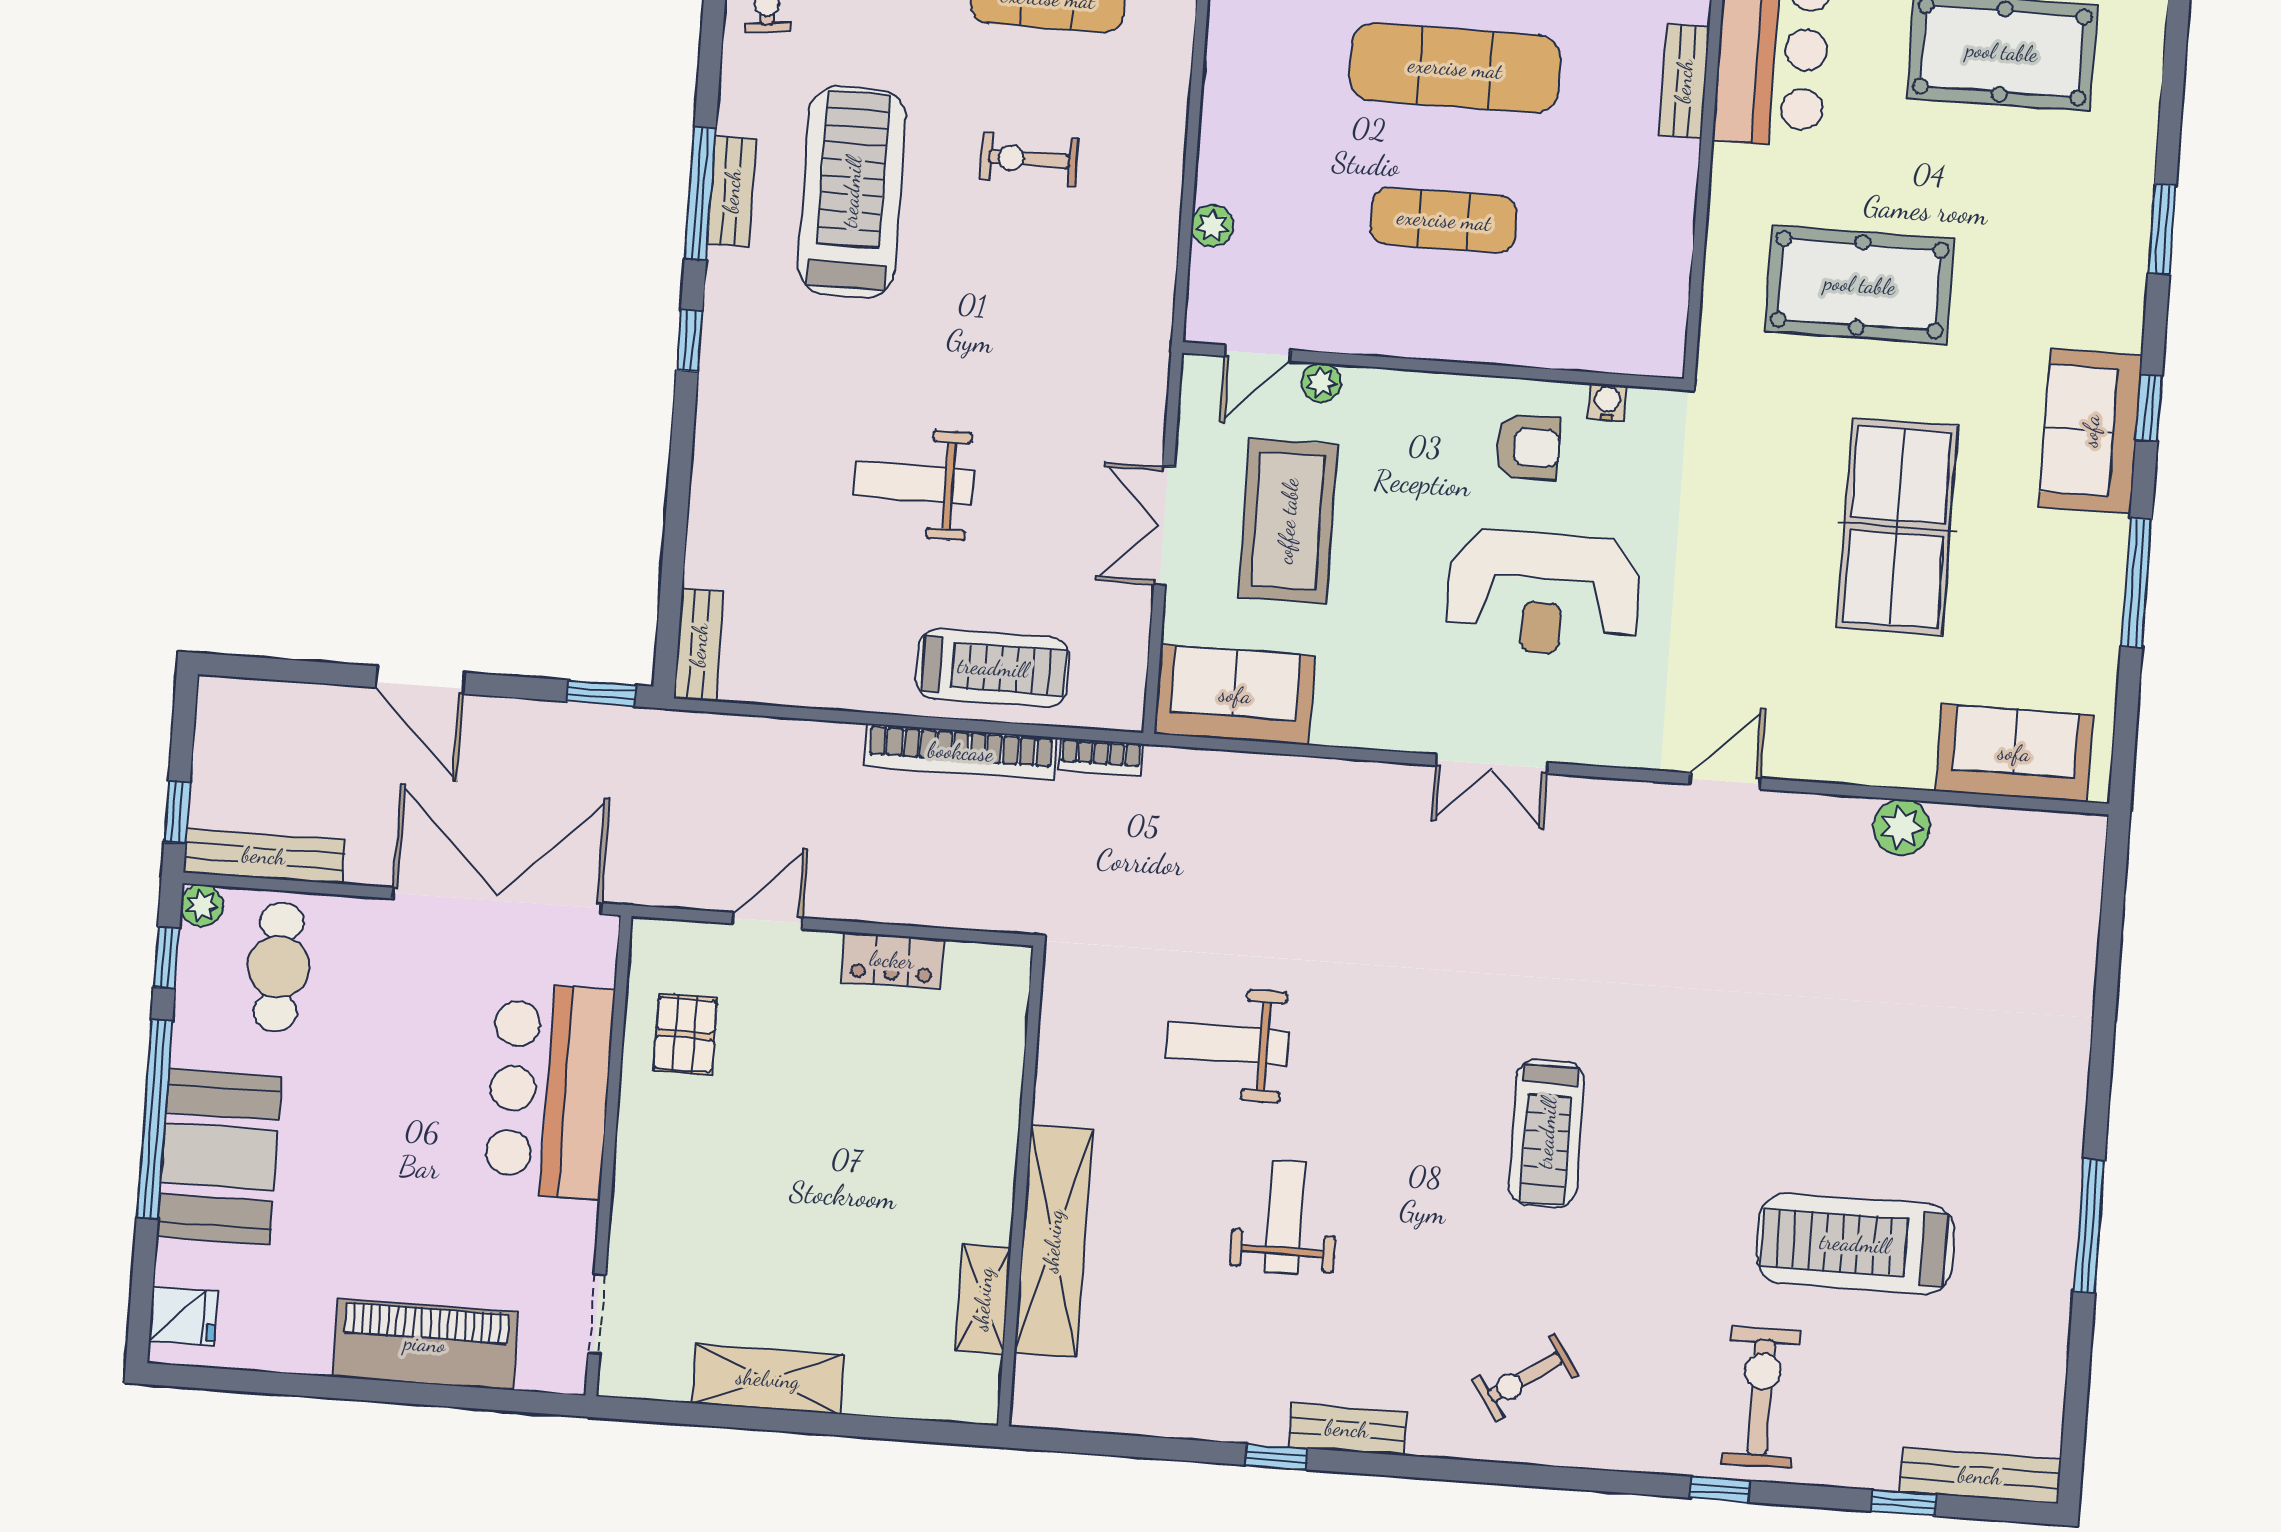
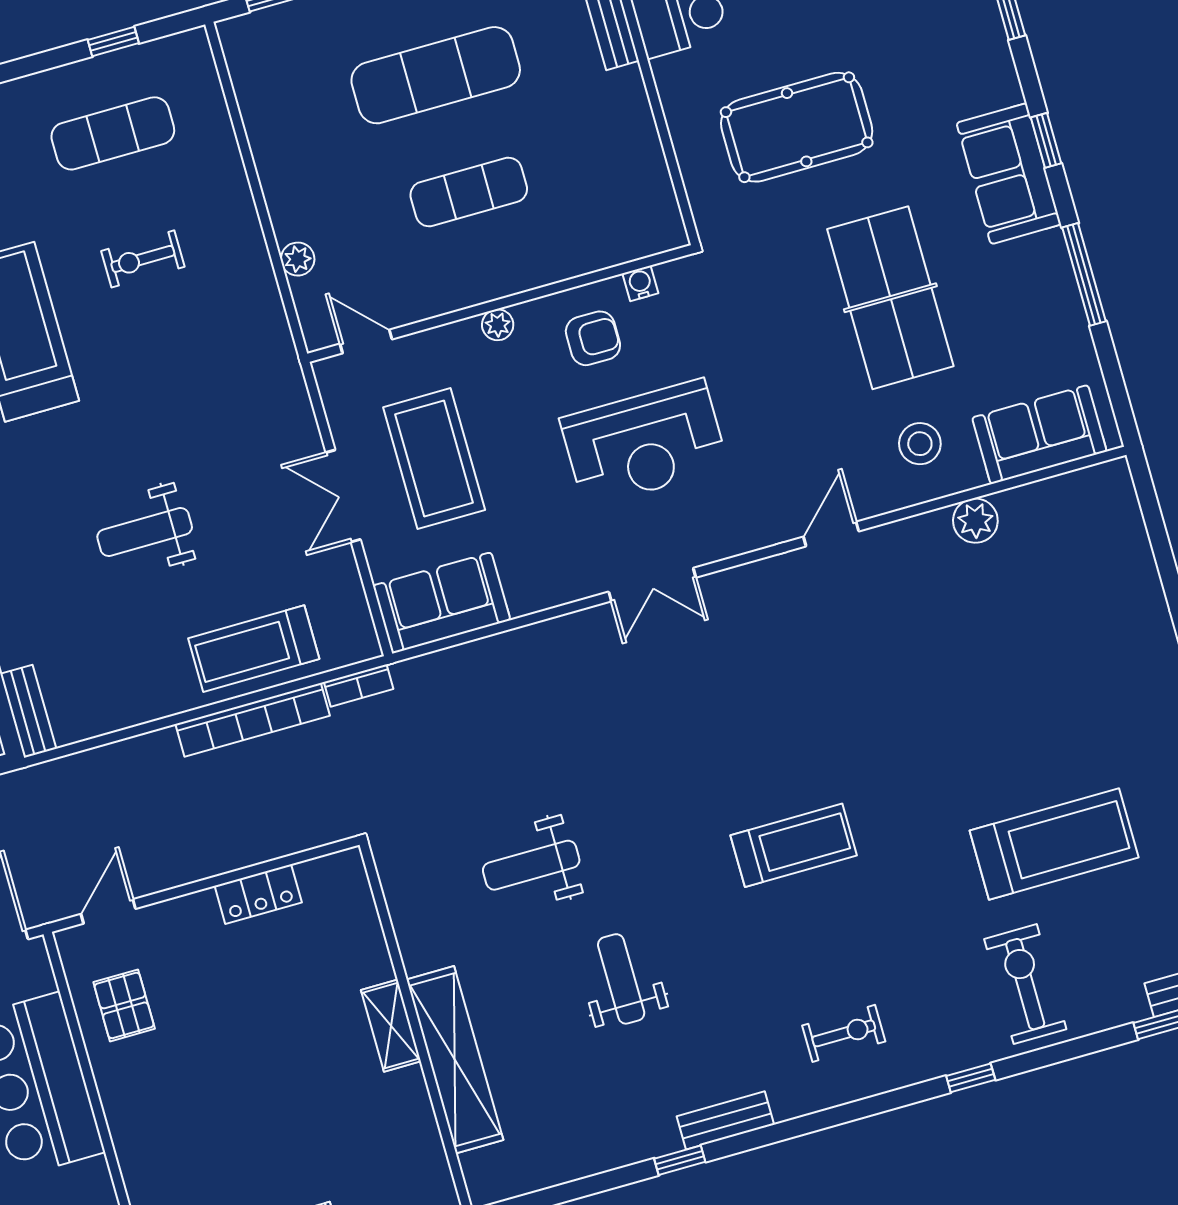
door: (1258, 353) -> (366, 342), swing flipped
plant: (1321, 383) -> (498, 325), moved
treadmill: (993, 668) -> (254, 649), turned 180
stool: (1869, 712) -> (920, 444), added
door: (768, 921) -> (108, 911), moved
treadmill: (1547, 1133) -> (794, 845), turned -90
treadmill: (1855, 1244) -> (1054, 844), turned 180
shelving: (983, 1299) -> (391, 1026), moved
exercise bike: (1525, 1377) -> (844, 1033), turned -146
window: (1720, 1489) -> (971, 1078), moved

